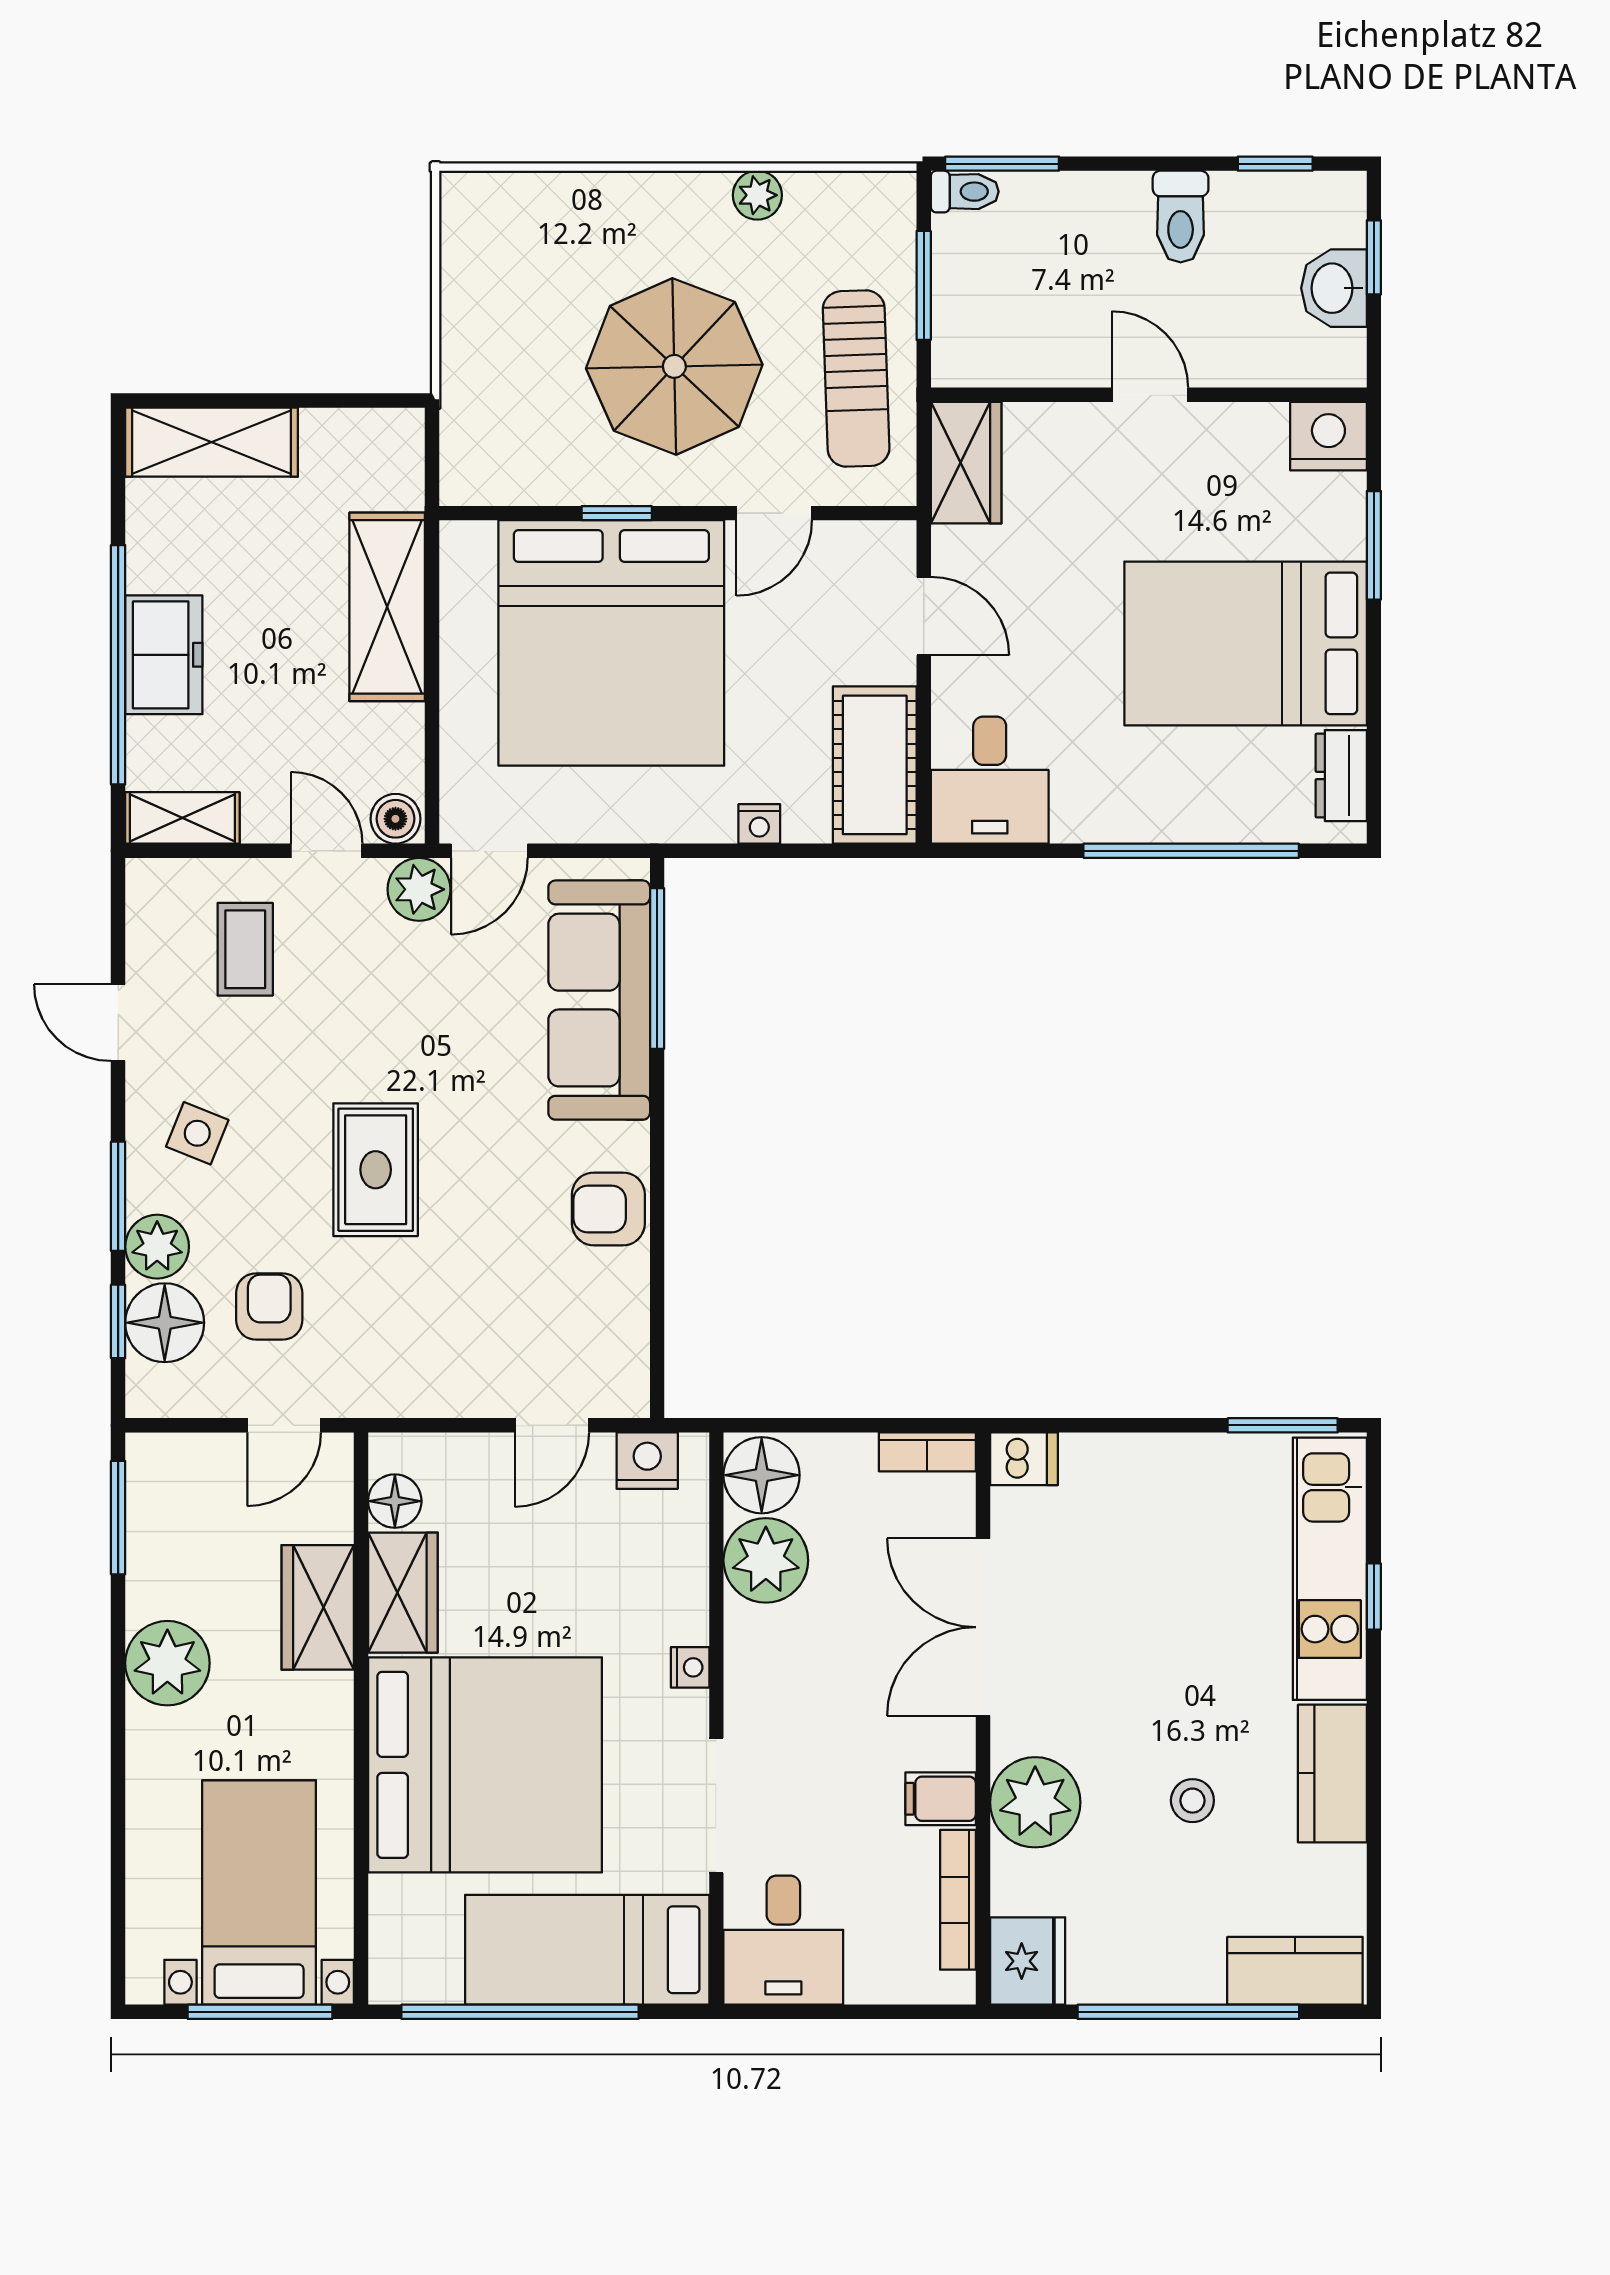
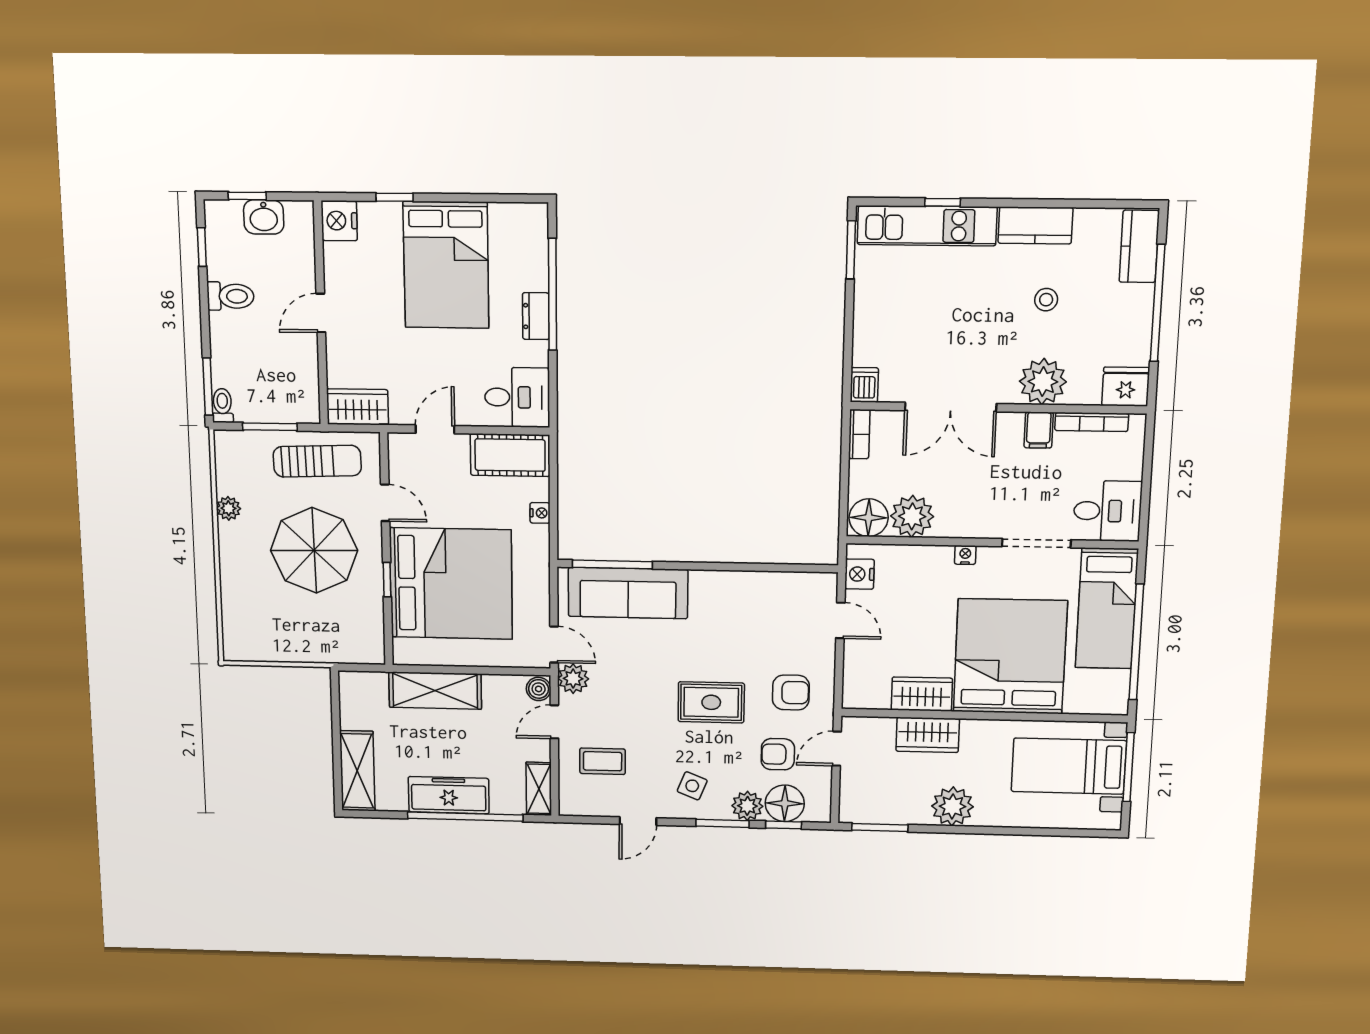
window: (1374, 545) -> (395, 197), width x0.67
freezer: (164, 655) -> (449, 795), width x1.40
dresser: (1341, 776) -> (536, 316), moved, turned 90
armchair: (608, 1209) -> (791, 693), moved, turned -90
door: (284, 1425) -> (837, 749), swing flipped
floor lamp: (395, 1501) -> (876, 697), removed

